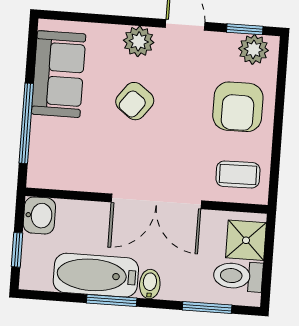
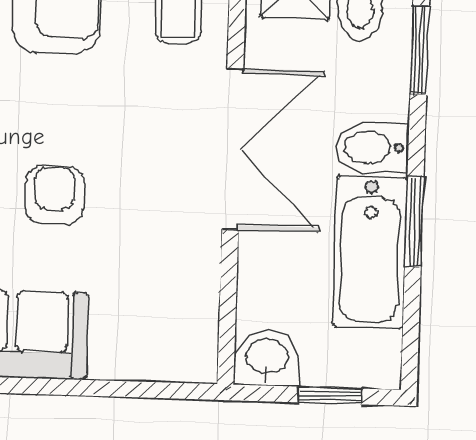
armchair: (135, 101) -> (54, 195), turned -127
window: (26, 123) -> (102, 388), removed
bidet: (150, 284) -> (372, 147), width x1.38, depth x1.36

